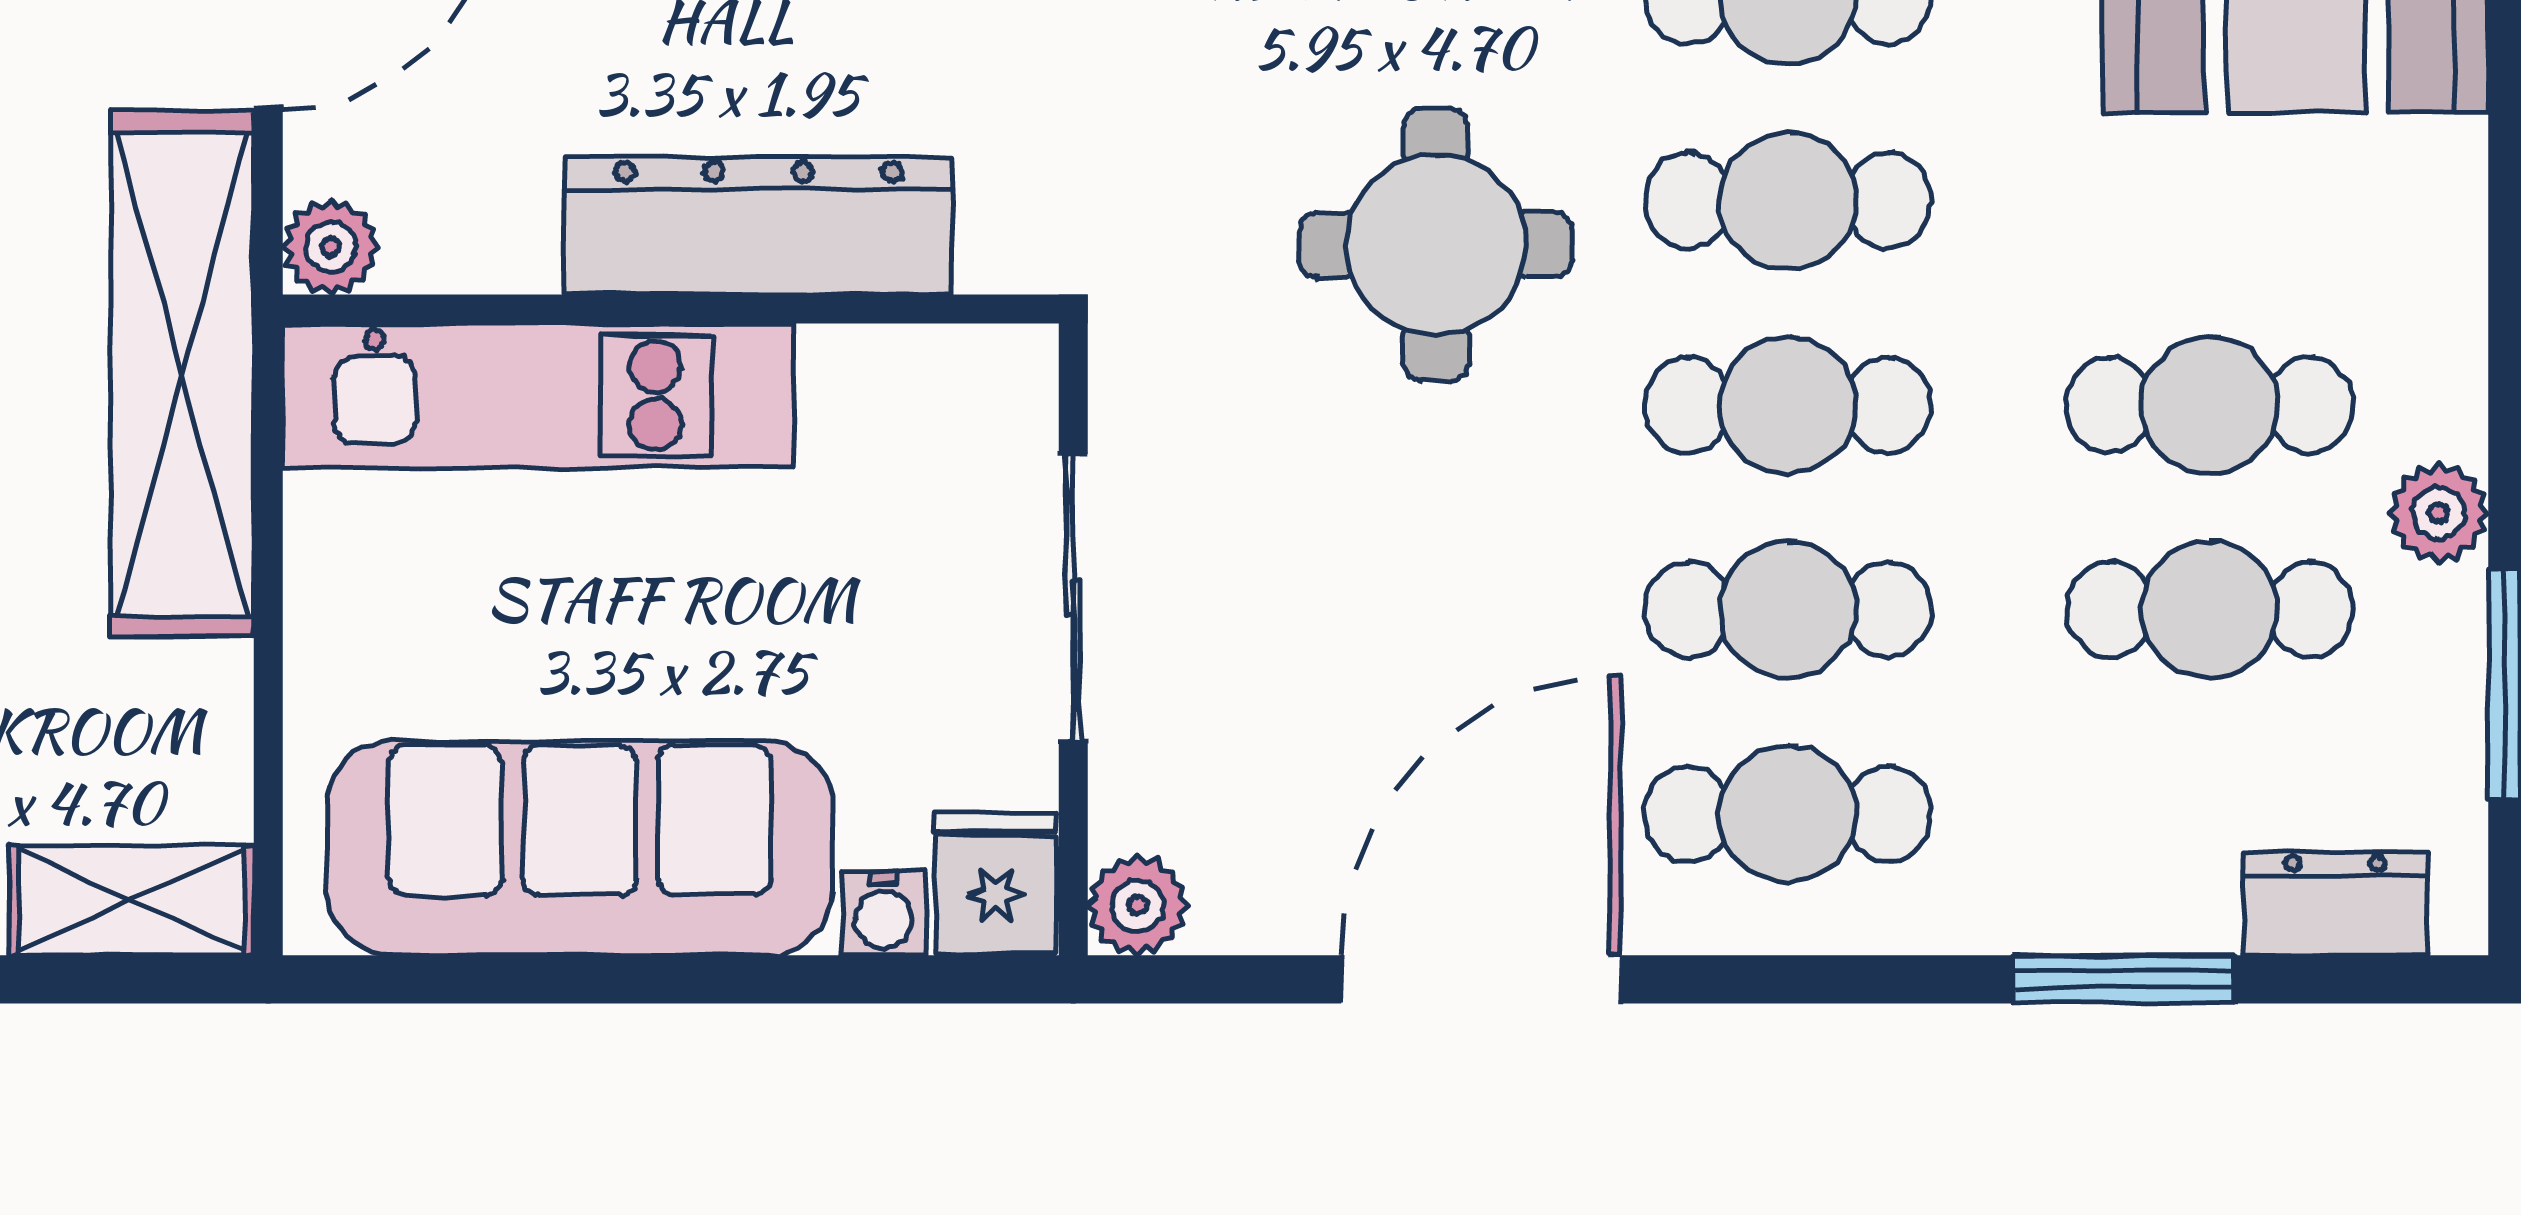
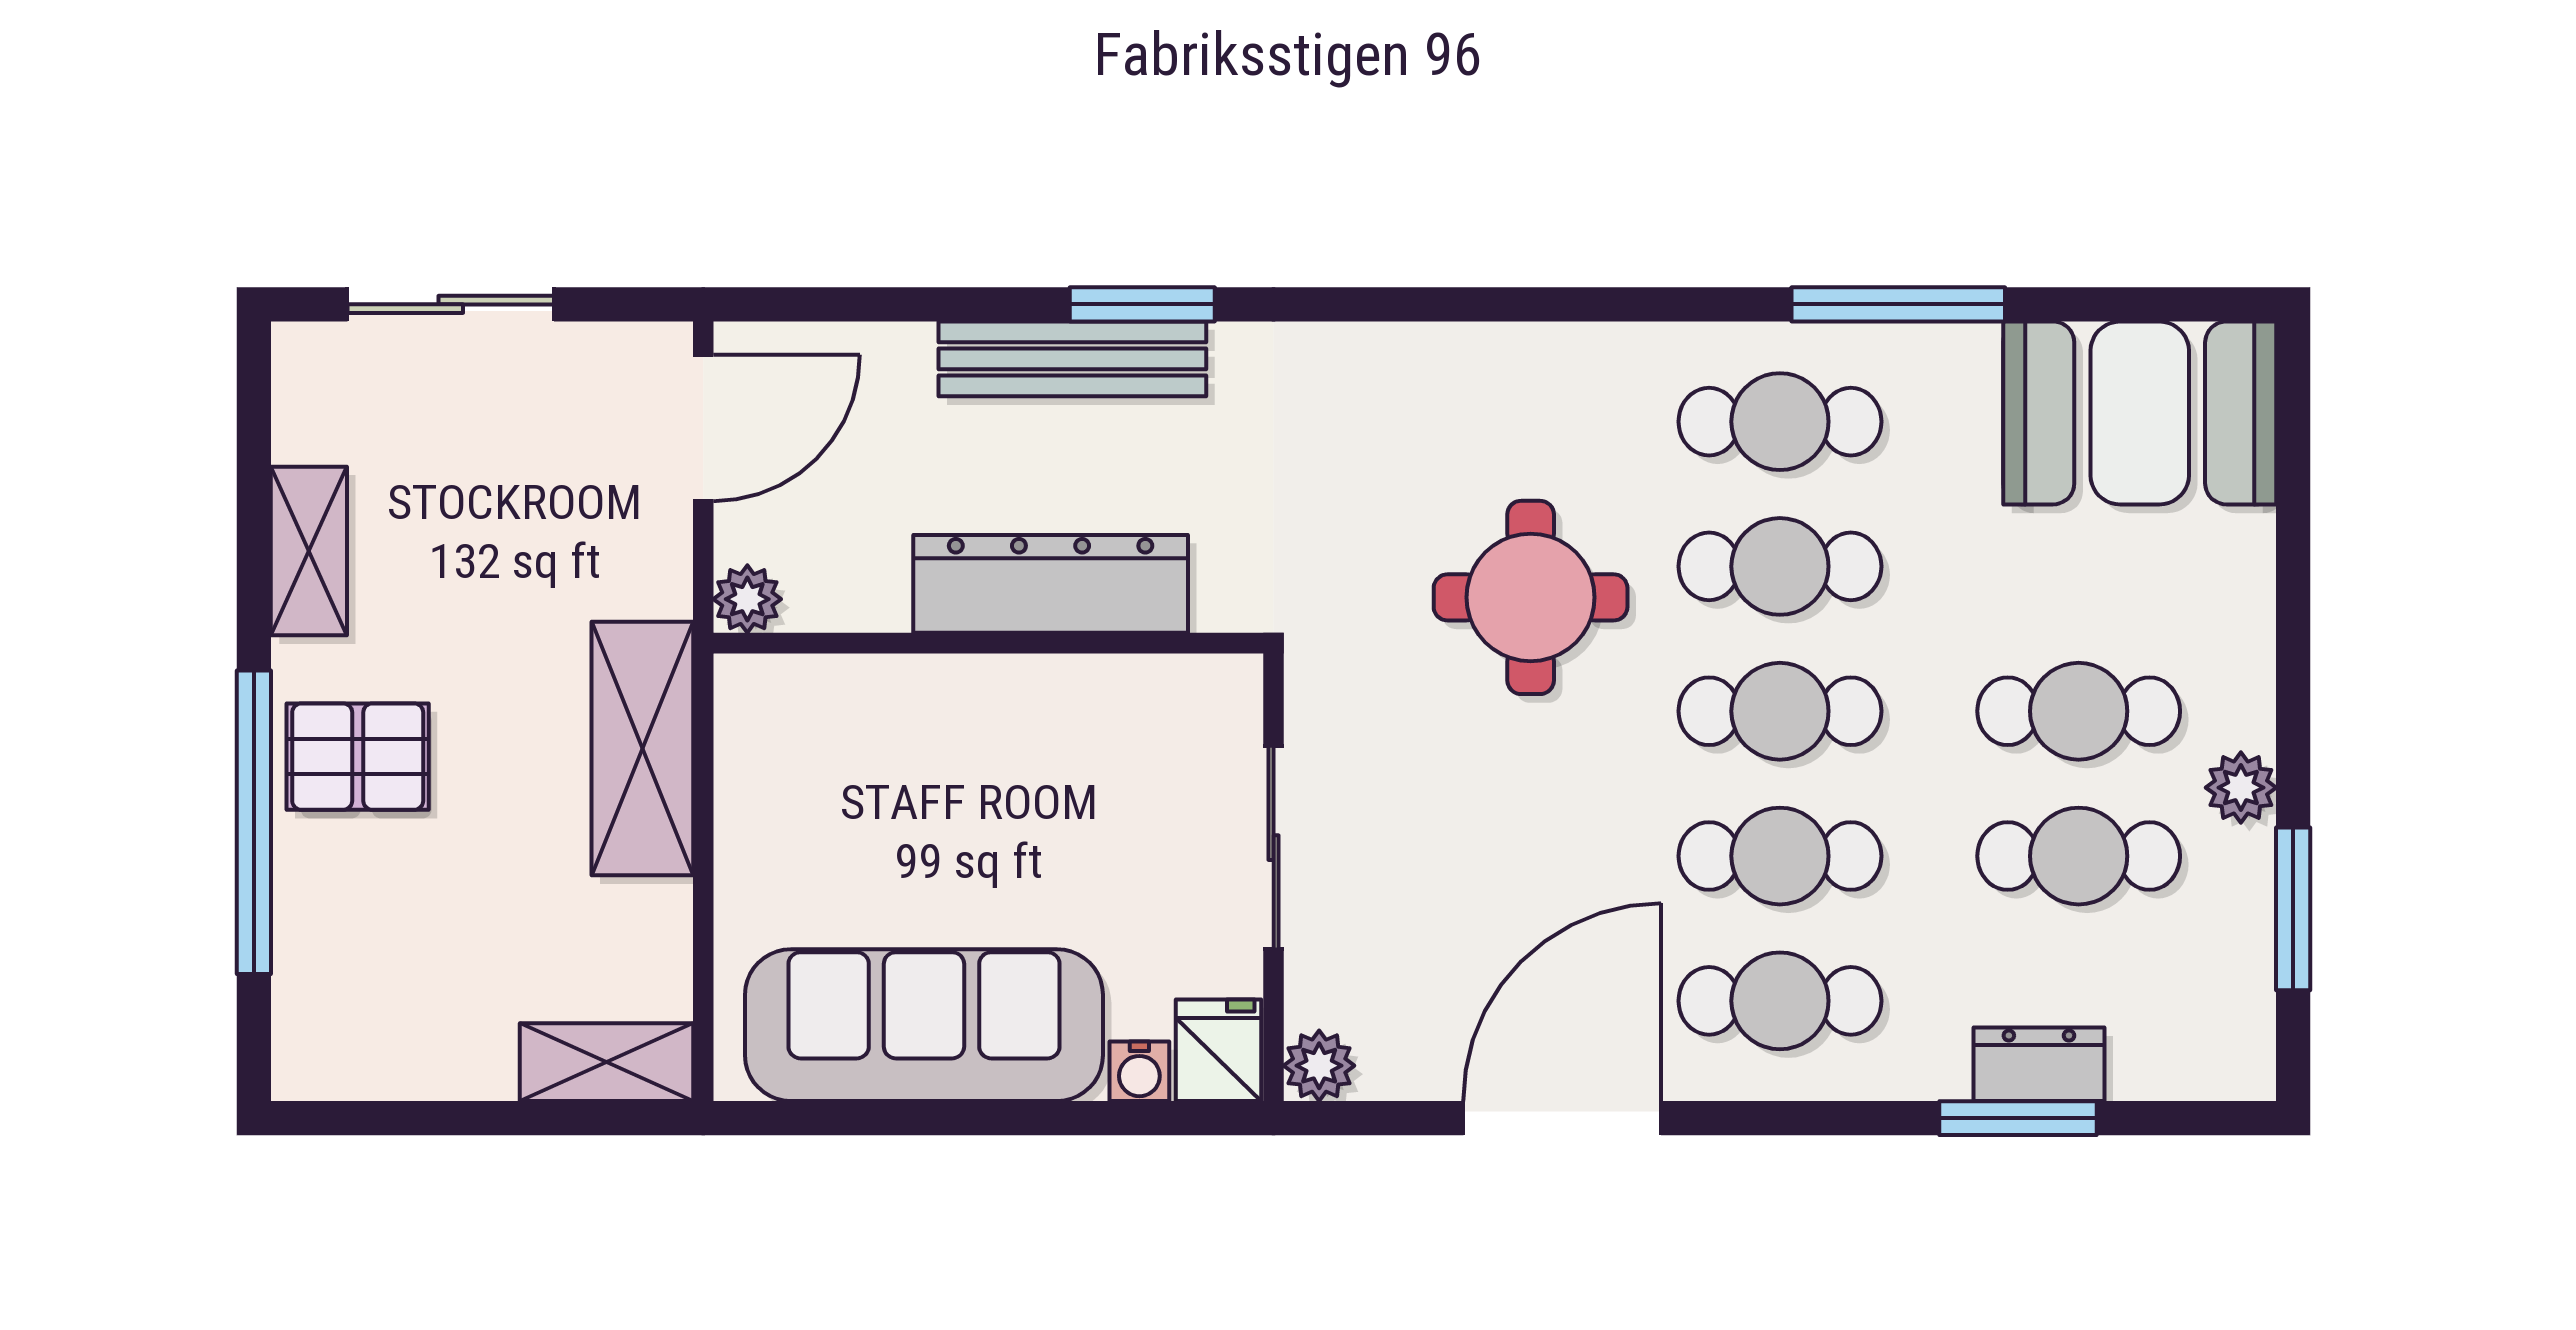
shelving: (182, 374) -> (642, 749), width x0.68
kitchen unit: (538, 395) -> (894, 704), removed
dresser: (2335, 903) -> (2039, 1064), moved

